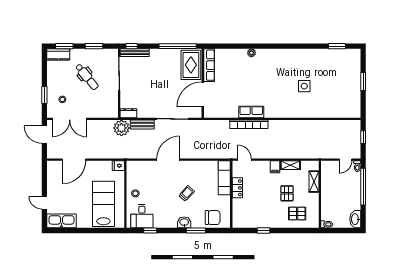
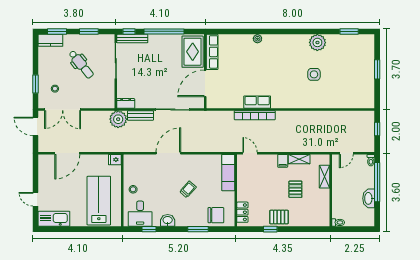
window: (178, 46) -> (164, 31), moved
plant: (307, 56) -> (317, 42), added
door: (346, 160) -> (346, 153), moved
locker: (237, 188) -> (242, 212), moved
pallet: (297, 214) -> (279, 217), moved
washbasin: (355, 219) -> (369, 198), moved
washbasin: (184, 222) -> (168, 220), moved

